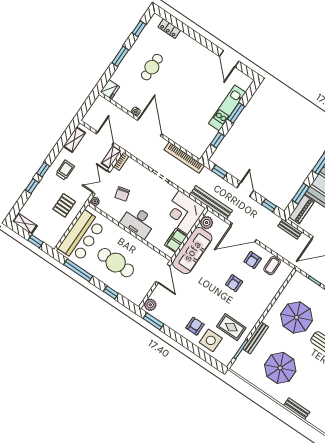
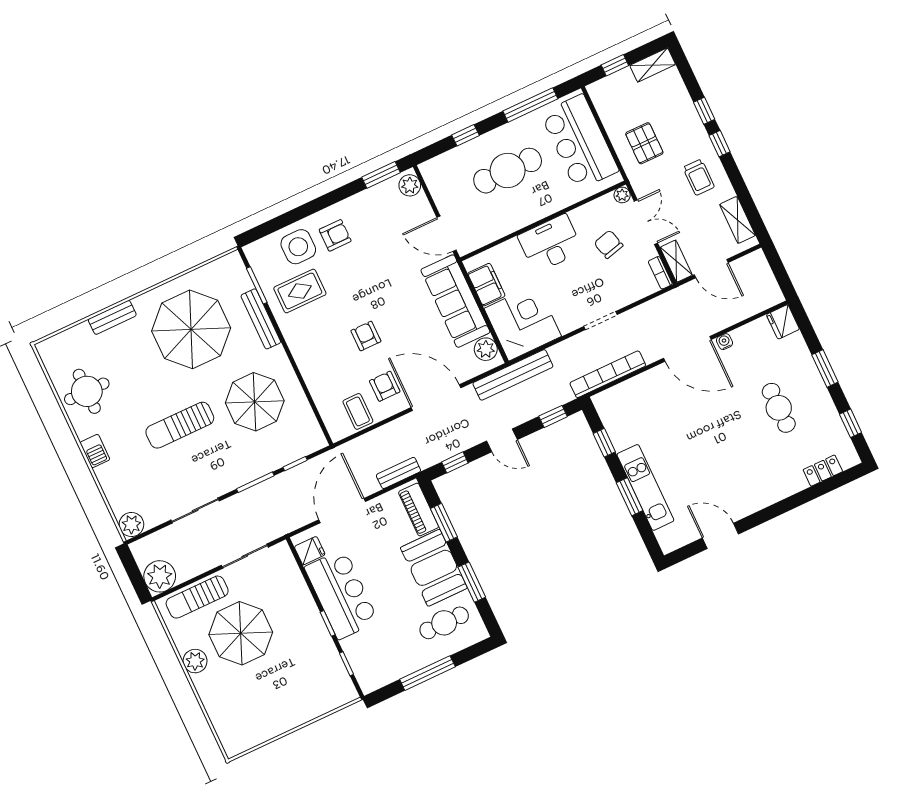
door: (244, 233) -> (436, 398), hinge flipped
armchair: (195, 326) -> (335, 235), turned -90
parasol: (280, 368) -> (191, 329), width x1.36, depth x1.36

